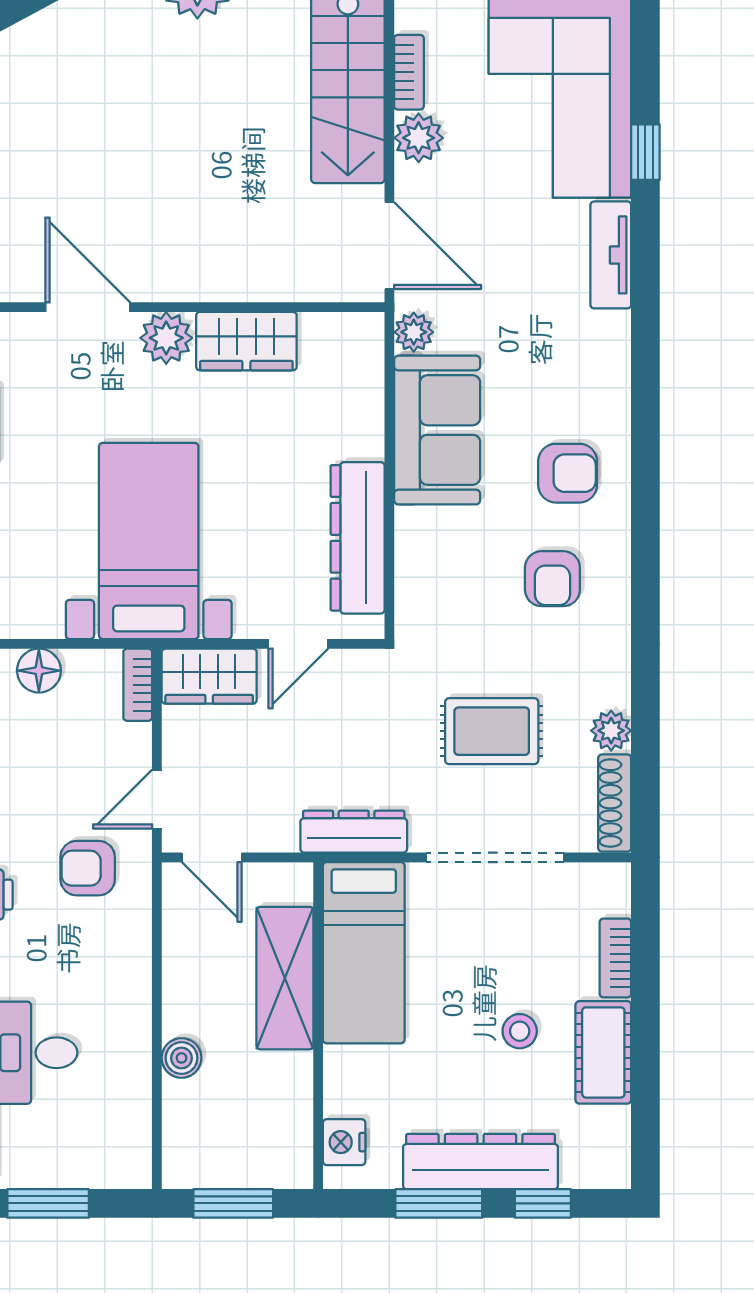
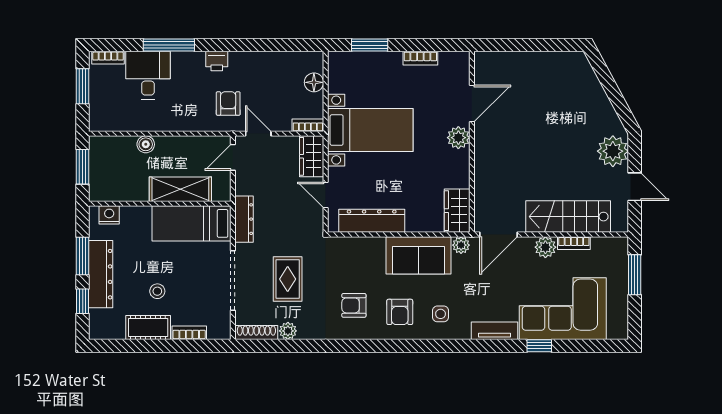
wardrobe: (246, 341) -> (457, 211), moved
side table: (572, 379) -> (441, 314), added

